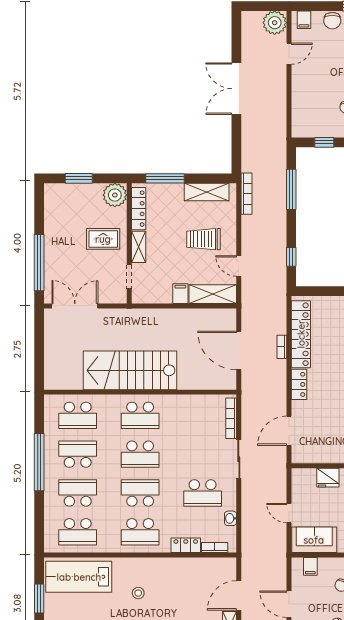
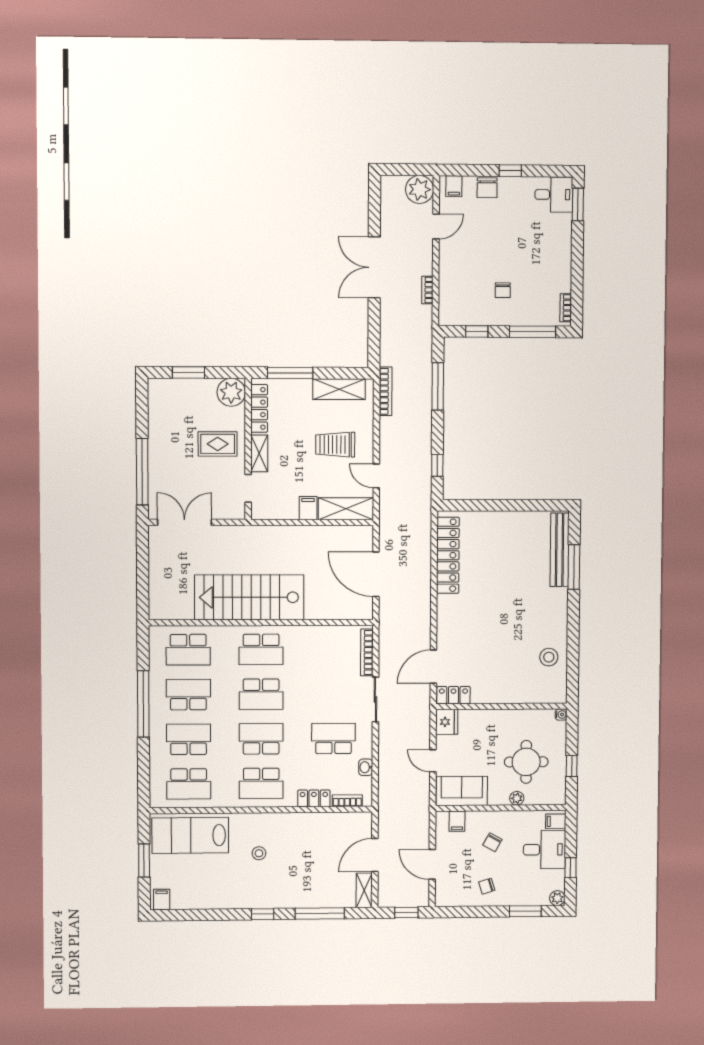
bookcase: (282, 347) -> (427, 290), moved
locker: (299, 384) -> (453, 695), moved, turned -90
fridge: (328, 478) -> (447, 722), moved, turned -90
school desk: (203, 493) -> (333, 738), turned 180

